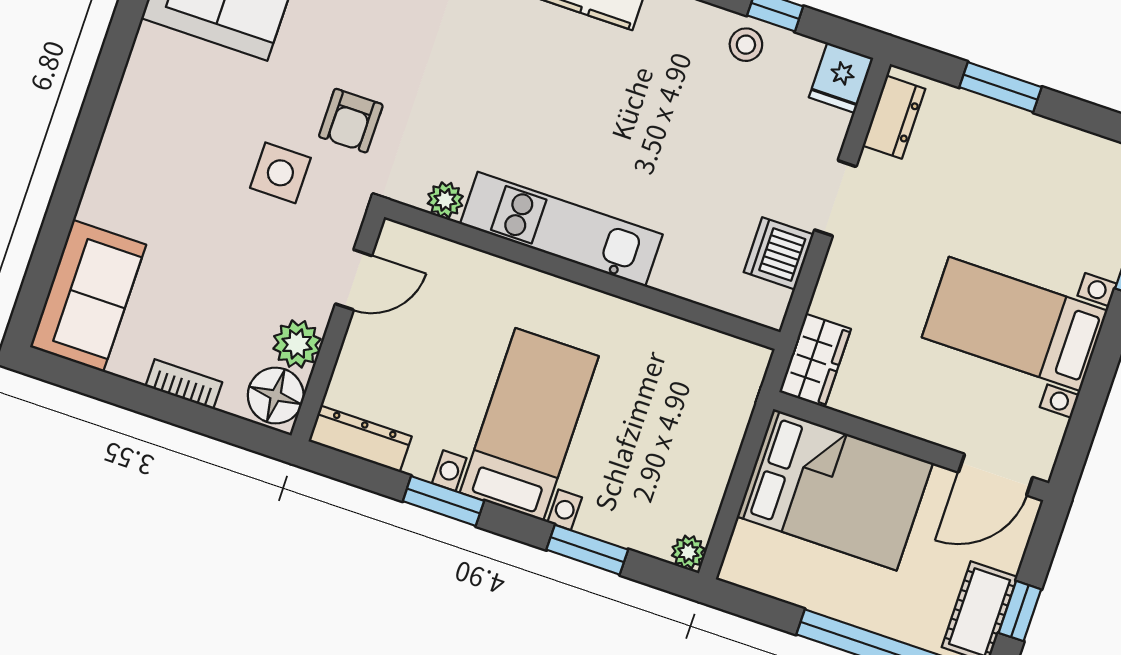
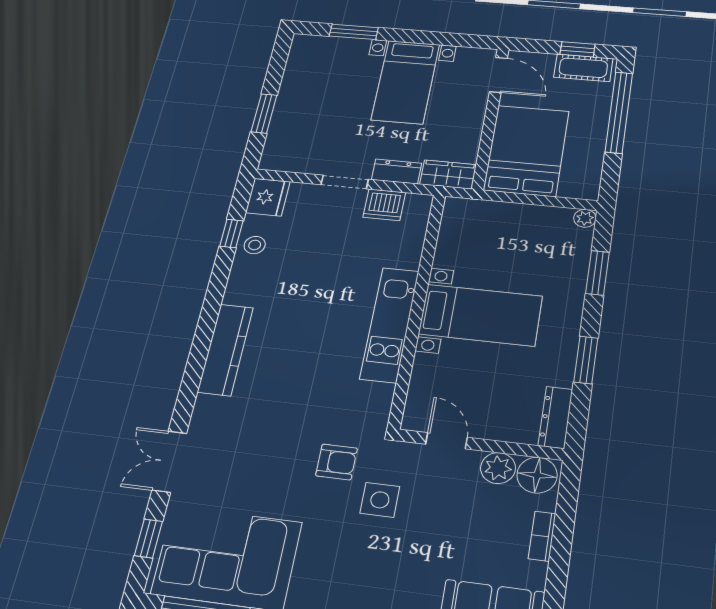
fridge: (841, 78) -> (268, 197), width x1.38
dresser: (894, 117) -> (397, 171), moved
plant: (445, 200) -> (382, 395), removed
bed with nightstands: (529, 424) -> (481, 315), moved, turned 180

